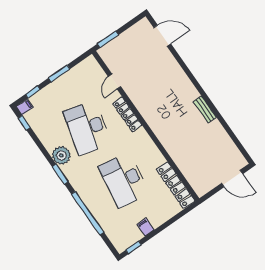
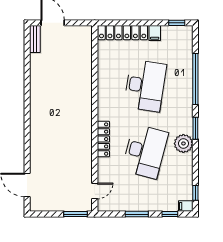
door: (115, 82) -> (95, 191), moved
bench: (205, 109) -> (35, 39), moved
locker: (175, 185) -> (123, 33), moved, turned 90

